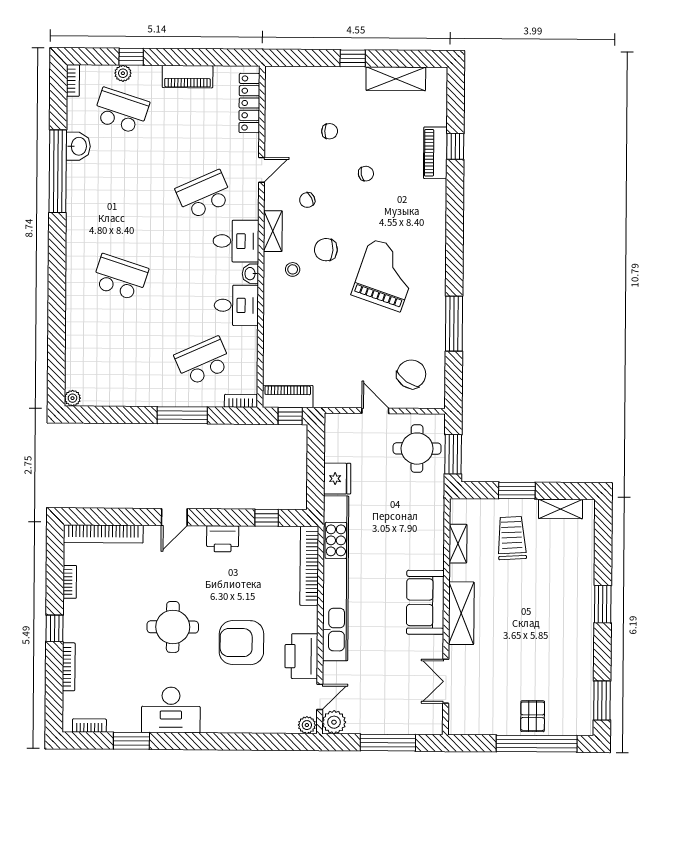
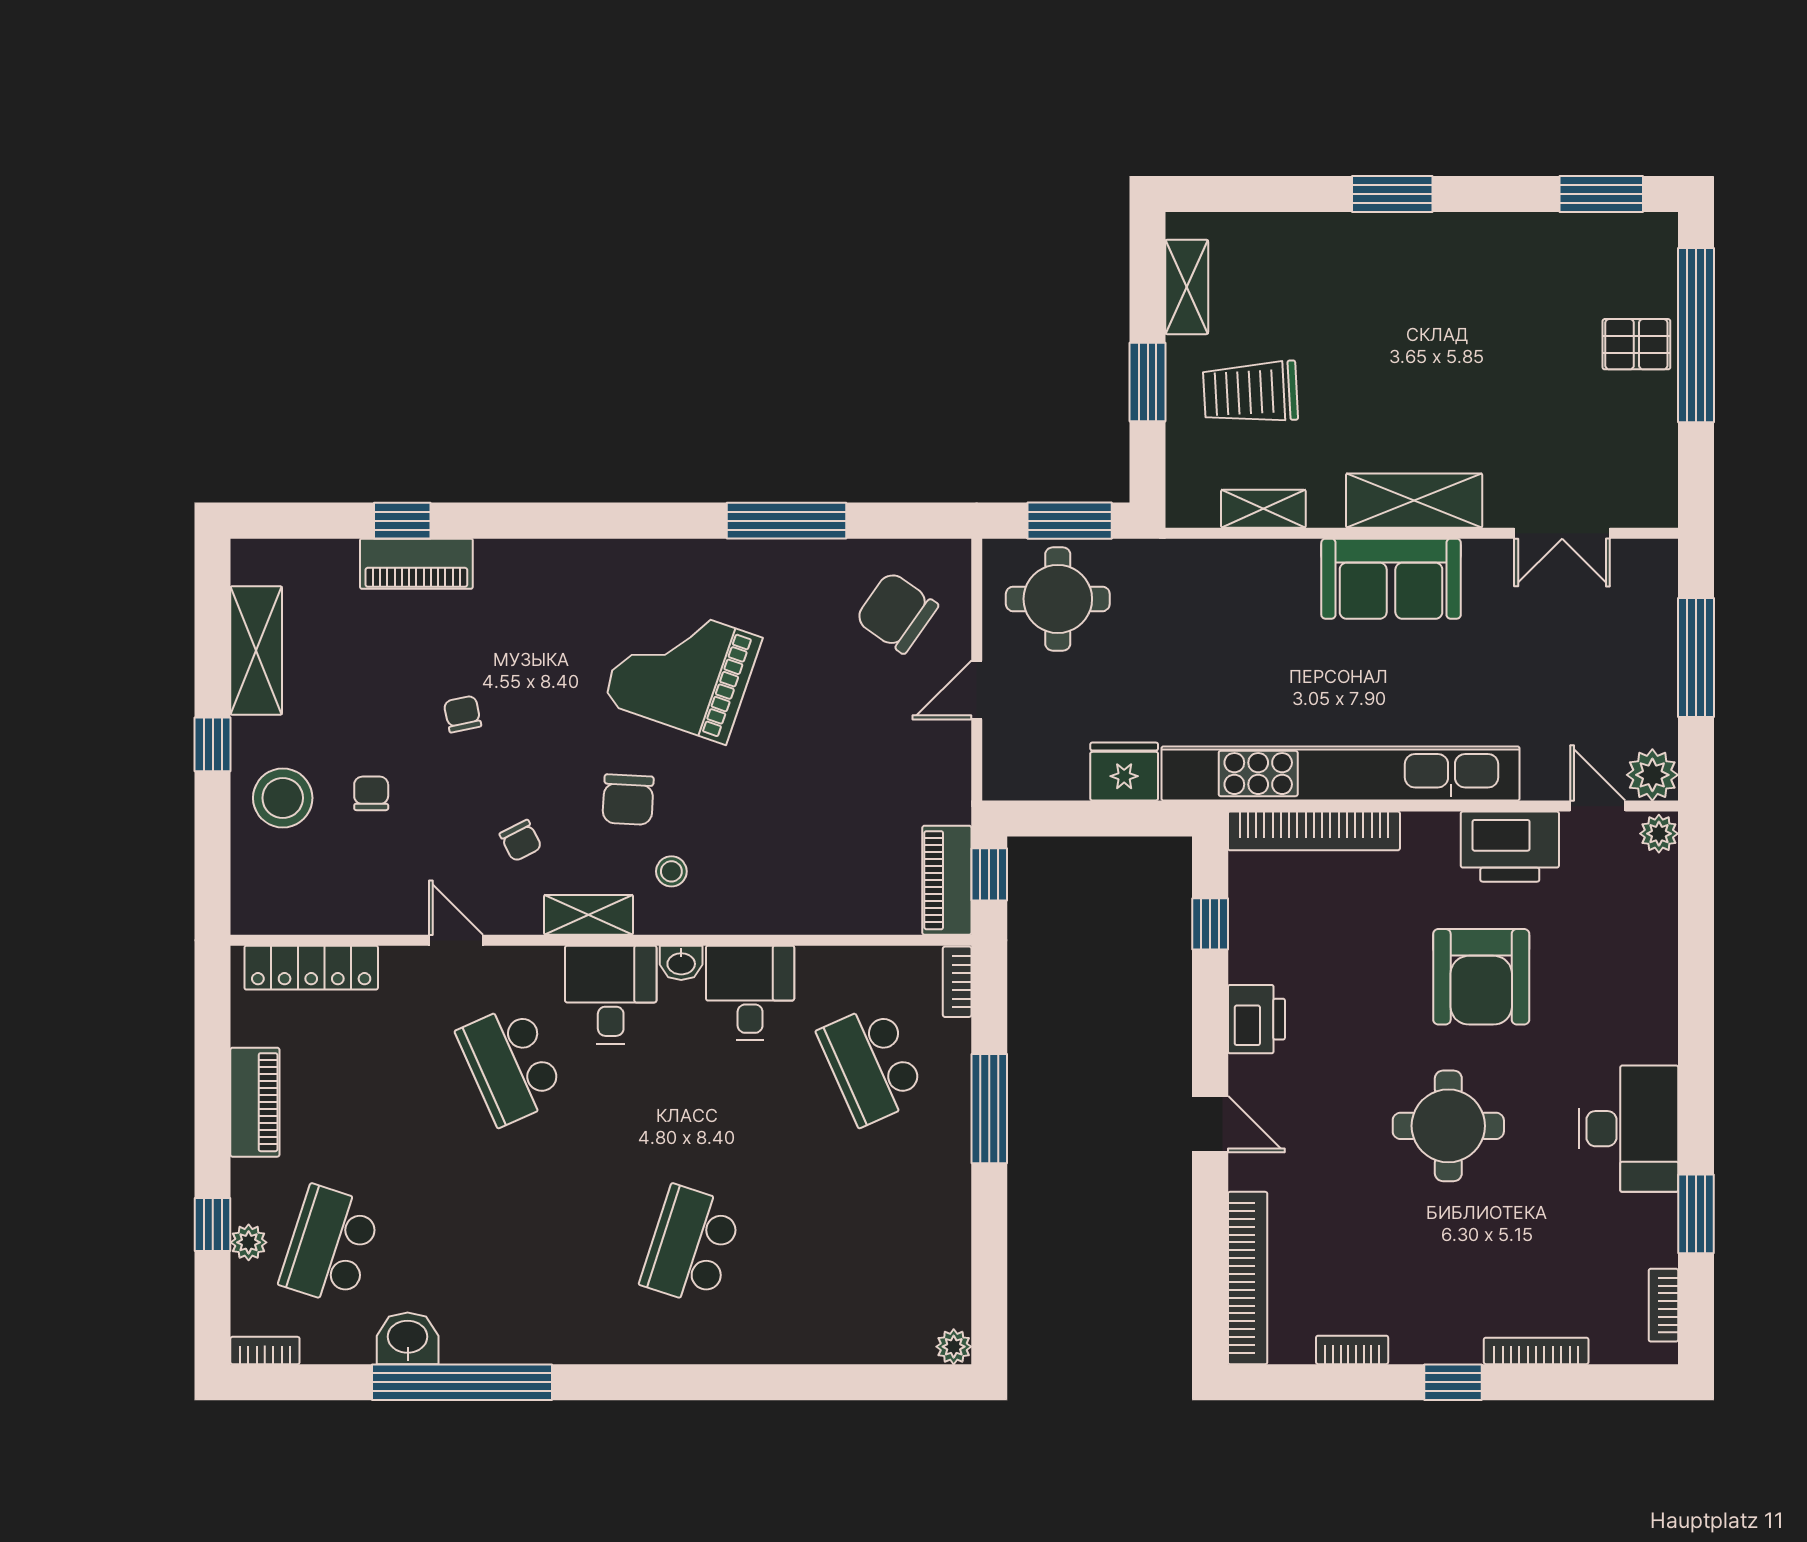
stool: (328, 90) -> (283, 798), added

